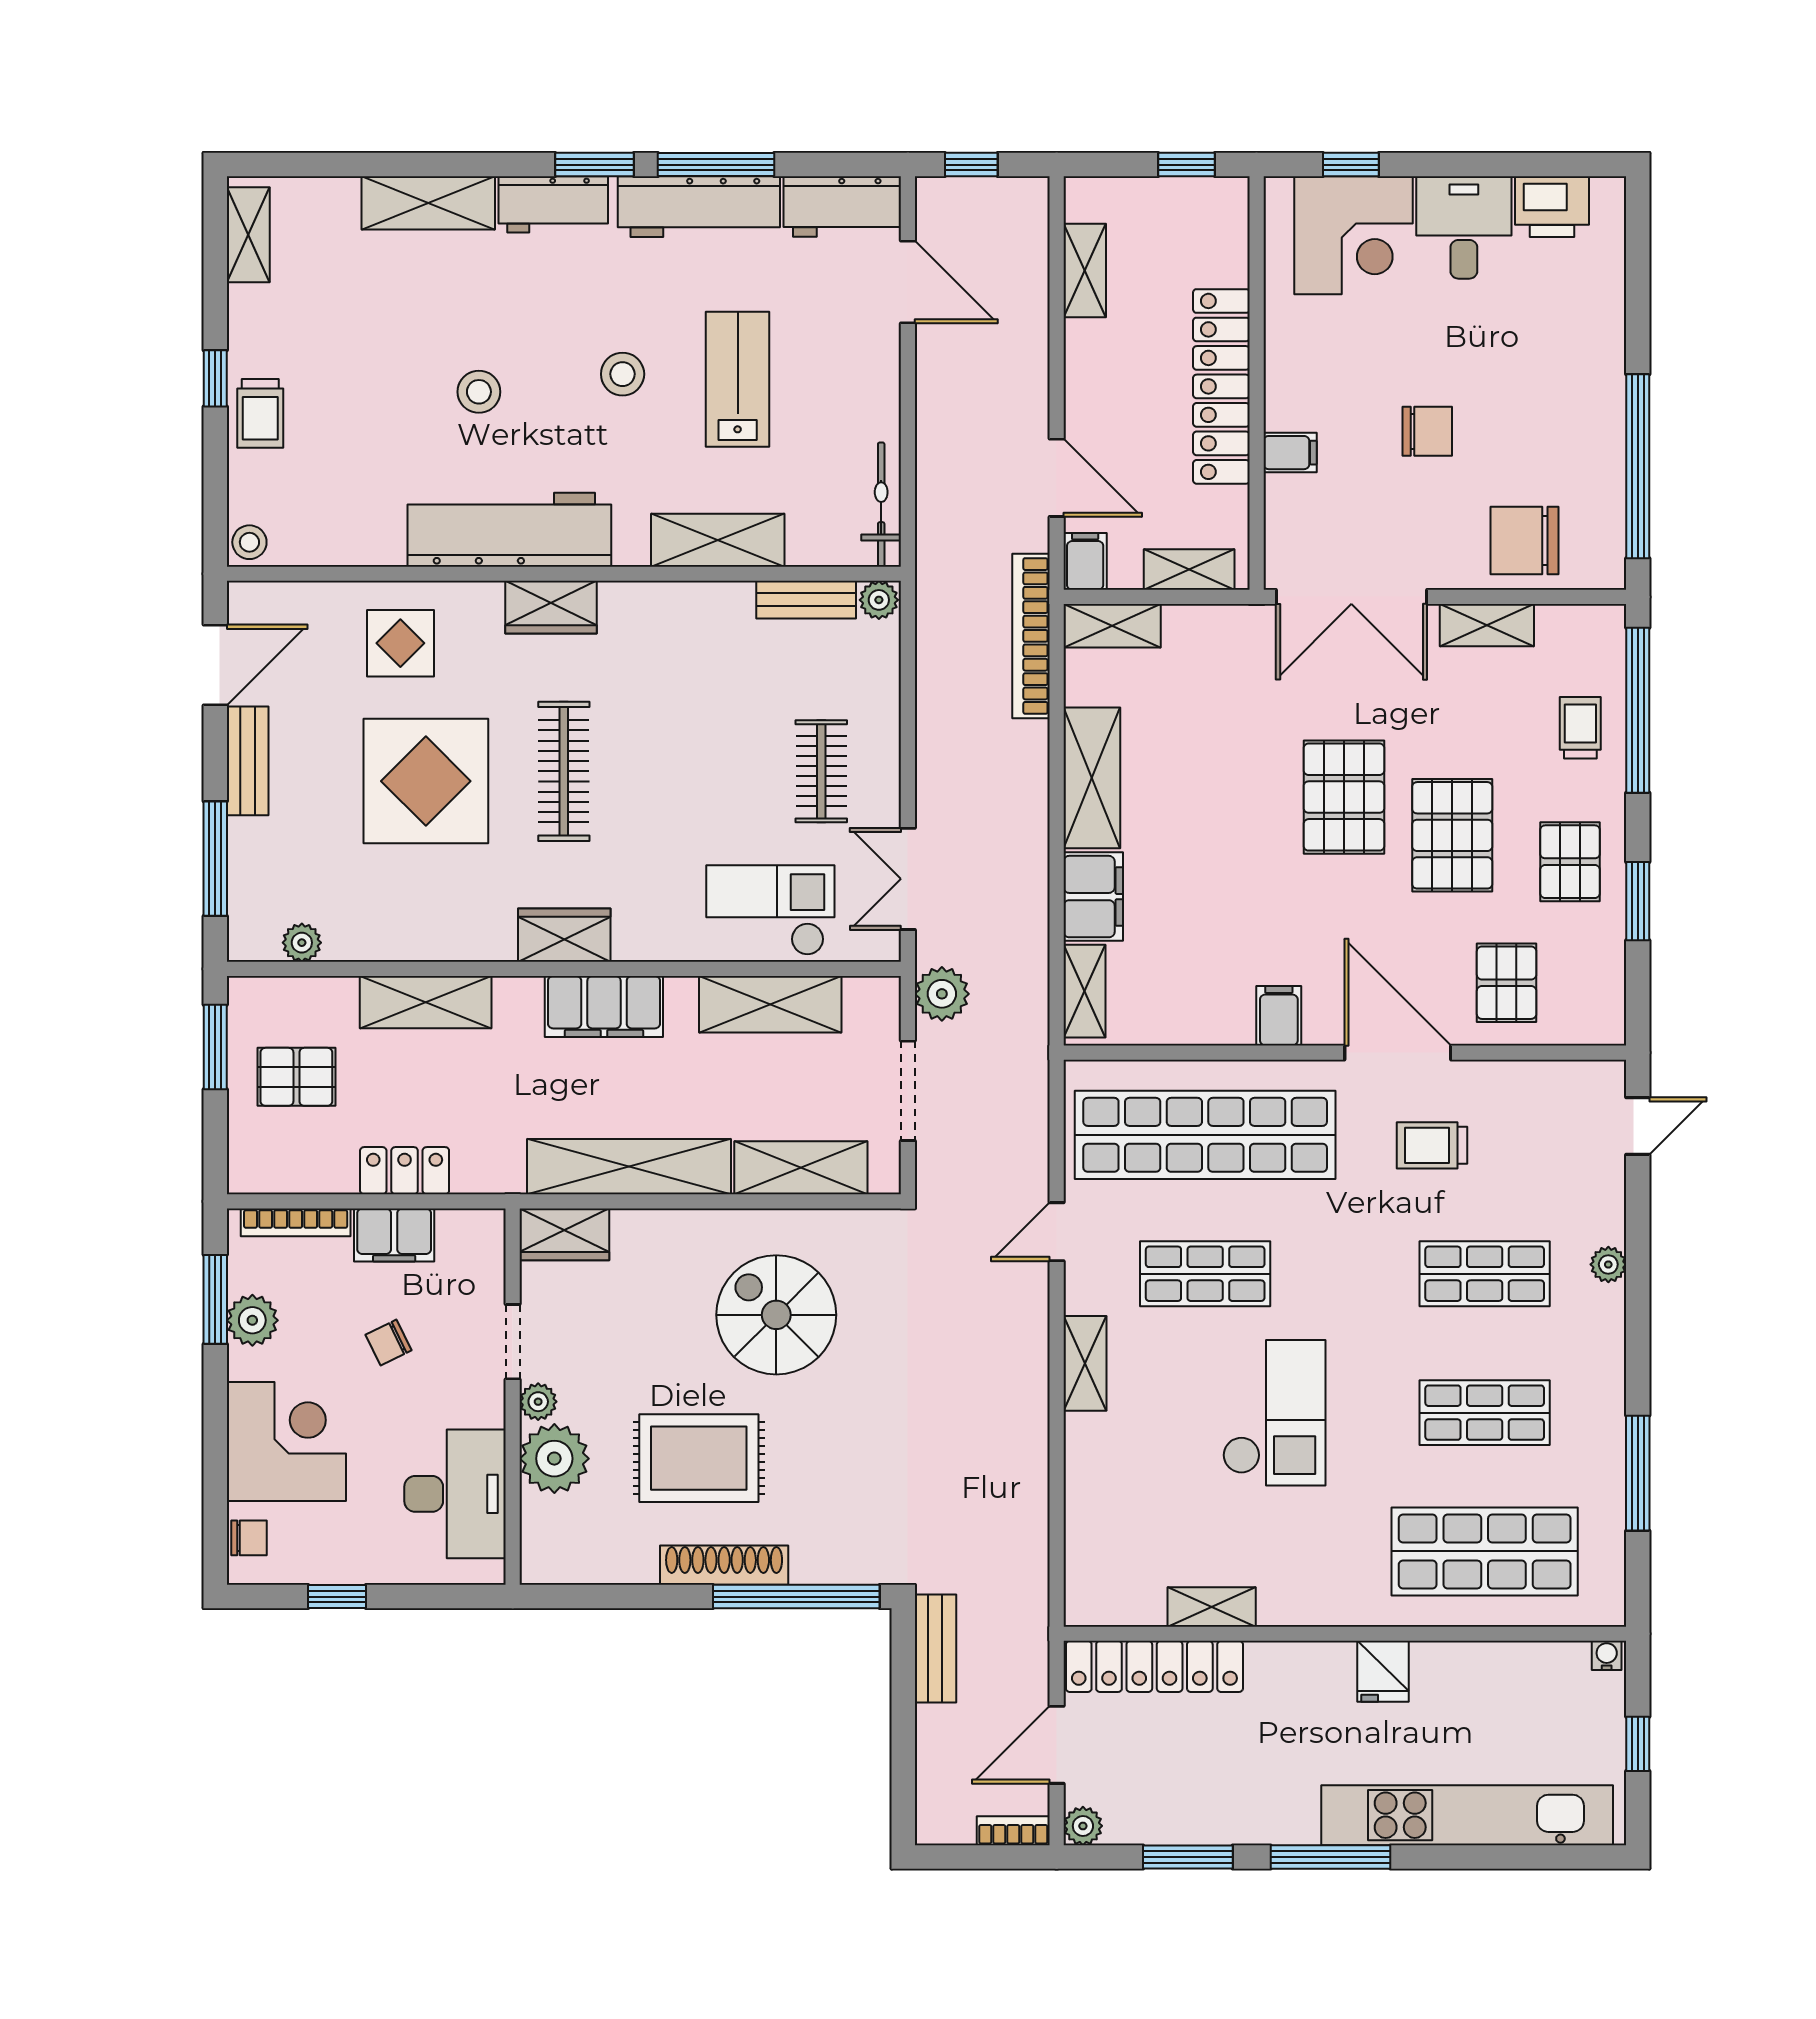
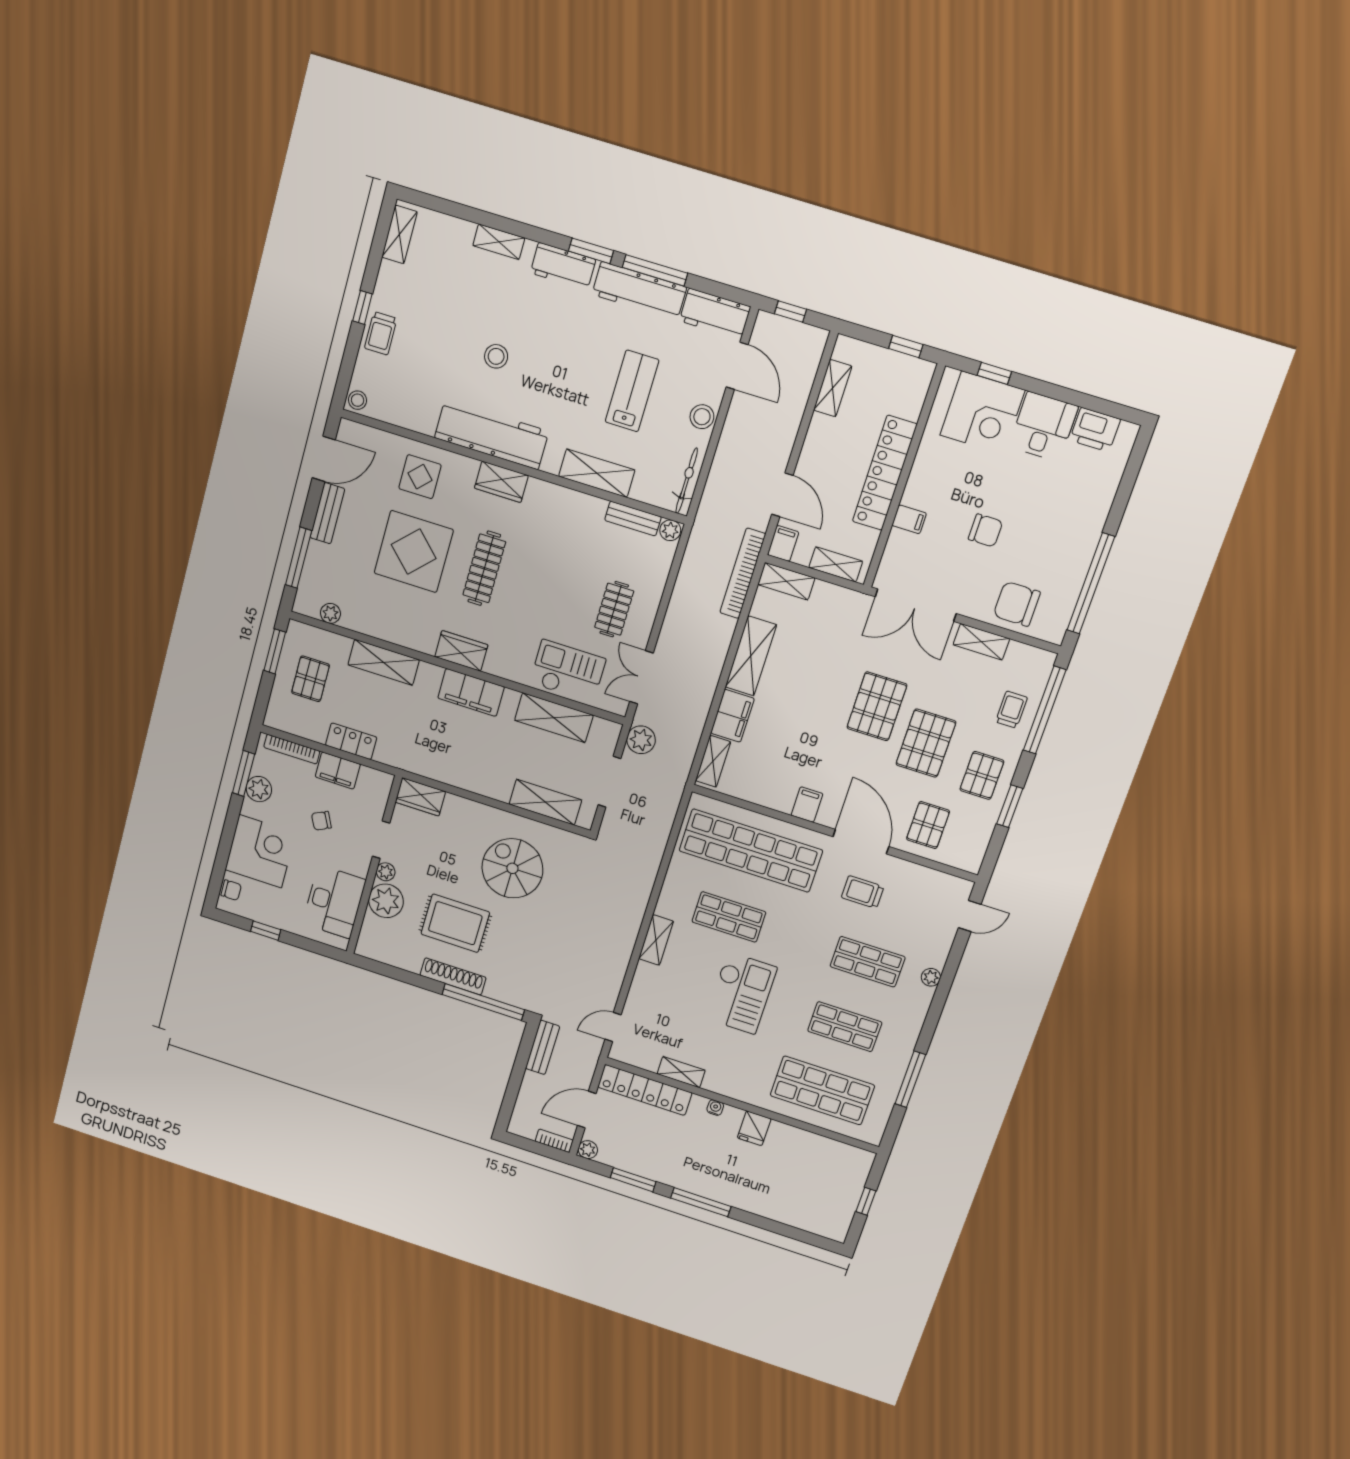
shelving: (428, 203) -> (499, 242), width x0.67, depth x0.75
stool: (623, 374) -> (702, 417), moved
pallet: (296, 1077) -> (311, 679), turned 90
shelving: (629, 1167) -> (461, 774), removed
door: (1057, 1232) -> (613, 1027), moved
water cooler: (1607, 1655) -> (715, 1108), moved
kitchen unit: (1467, 1815) -> (772, 1206), removed

